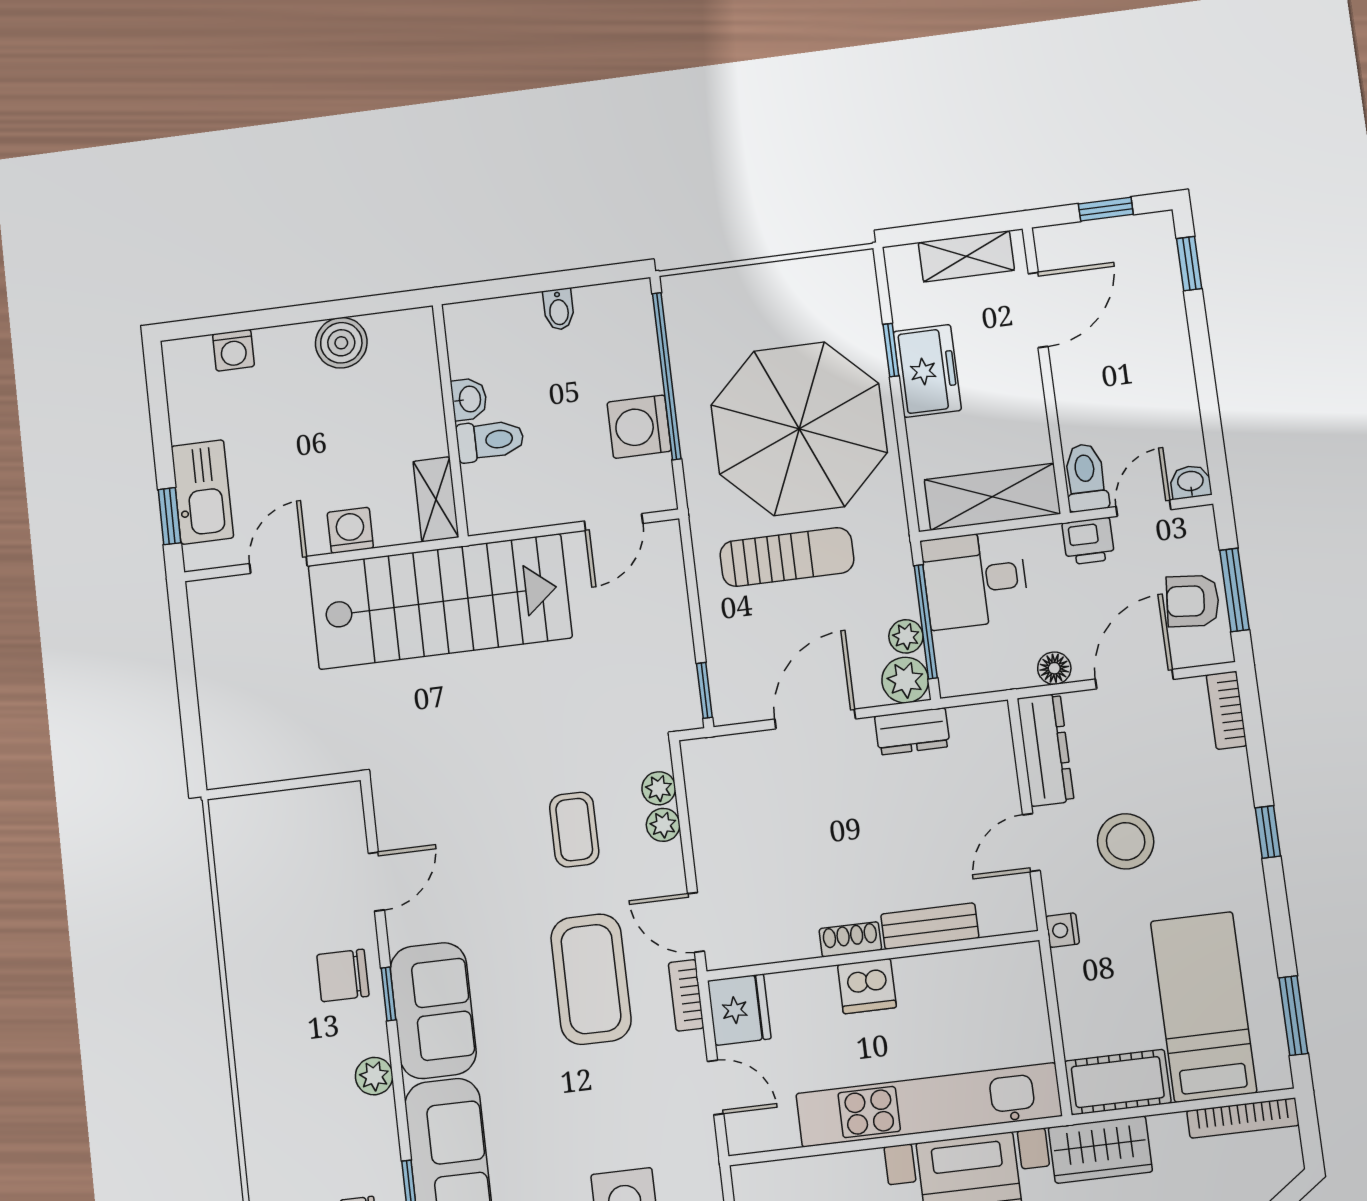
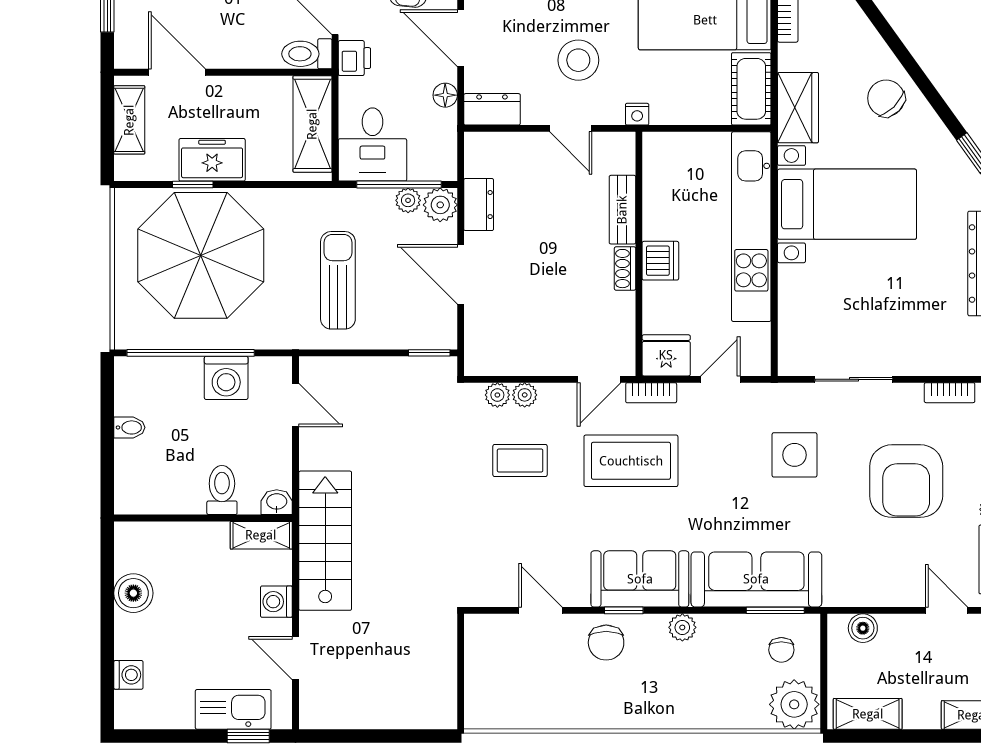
washbasin: (469, 399) -> (277, 502), moved
parasol: (799, 429) -> (201, 255), moved
stairs: (440, 602) -> (325, 541), width x0.73, depth x0.66
dresser: (1046, 750) -> (492, 109), width x0.70

